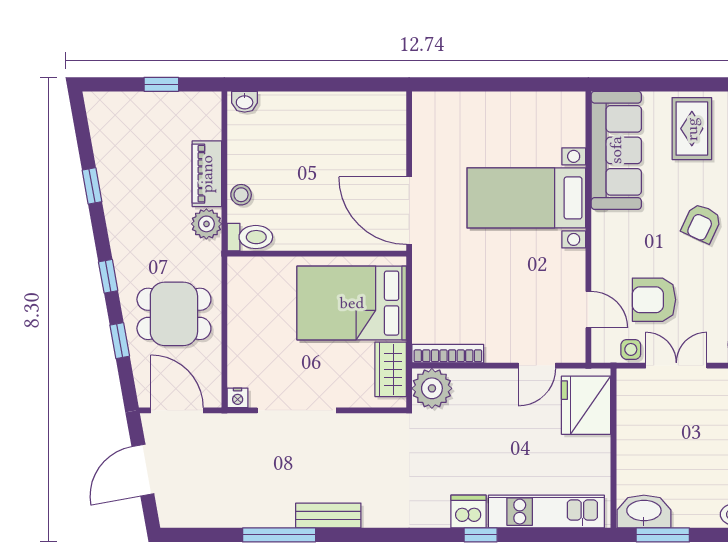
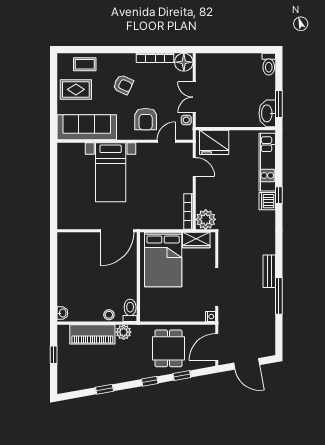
piano: (207, 174) -> (92, 334), width x1.37, depth x1.33
armchair: (654, 300) -> (146, 119), moved

